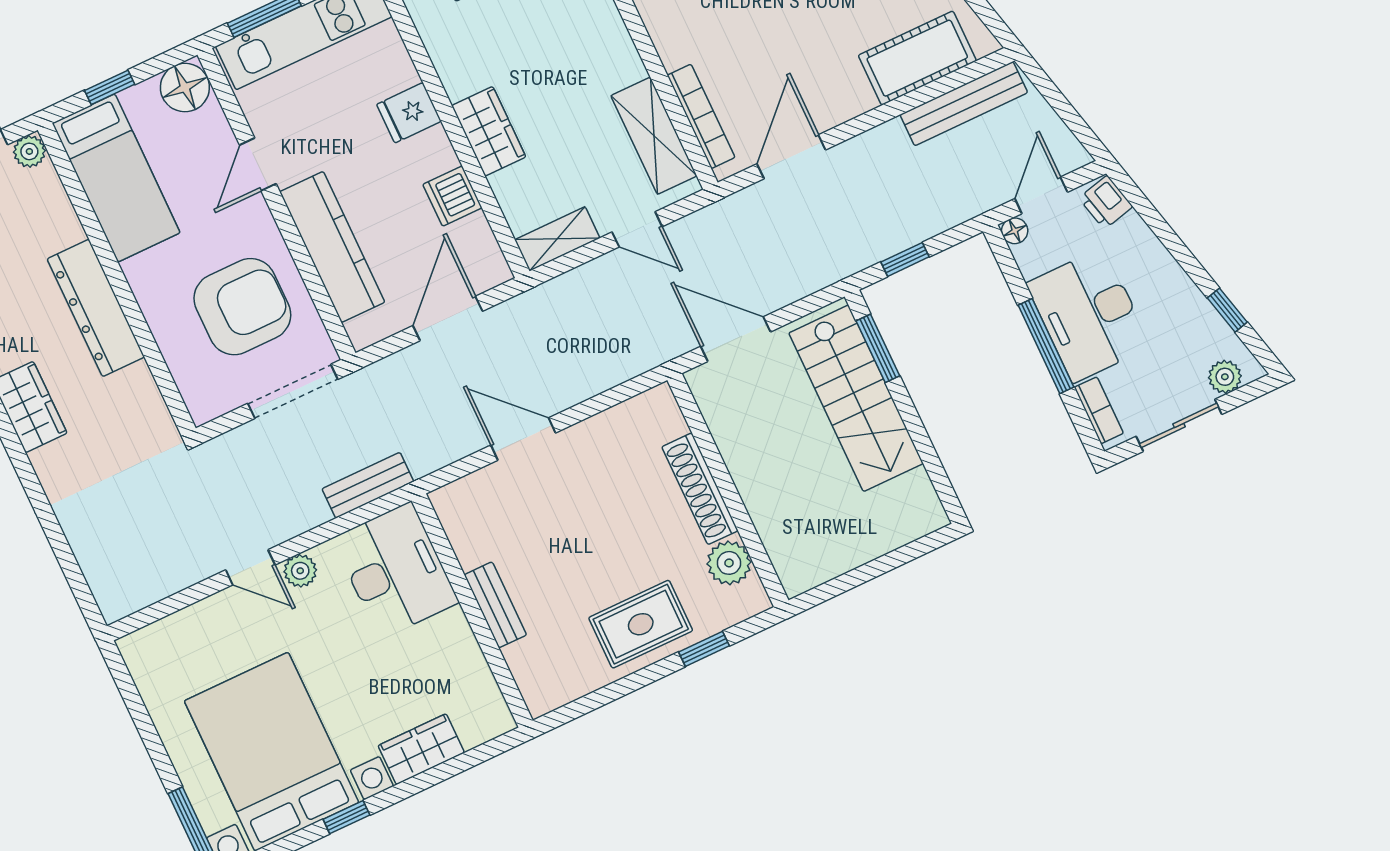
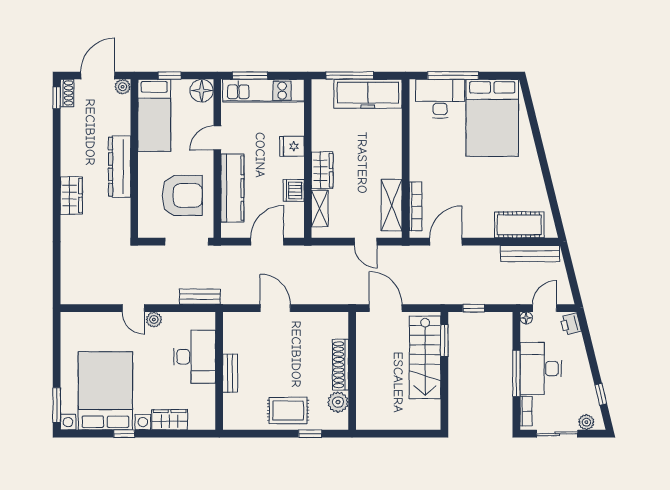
shelving: (557, 239) -> (320, 208), moved, turned 90
desk: (396, 570) -> (195, 357), moved

